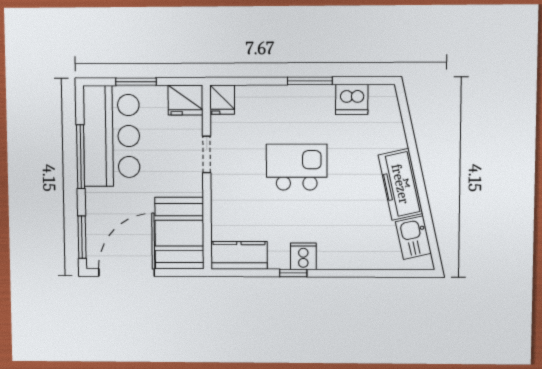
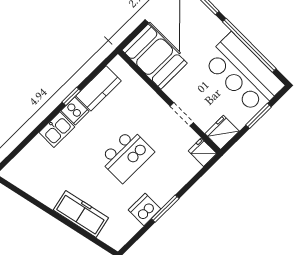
dishwasher: (352, 99) -> (144, 209), moved
window: (81, 157) -> (249, 45), width x1.46
freezer: (400, 184) -> (81, 214), moved
kitchen sink: (413, 238) -> (57, 130), moved, turned 103
kitchen counter: (239, 255) -> (99, 88), moved

